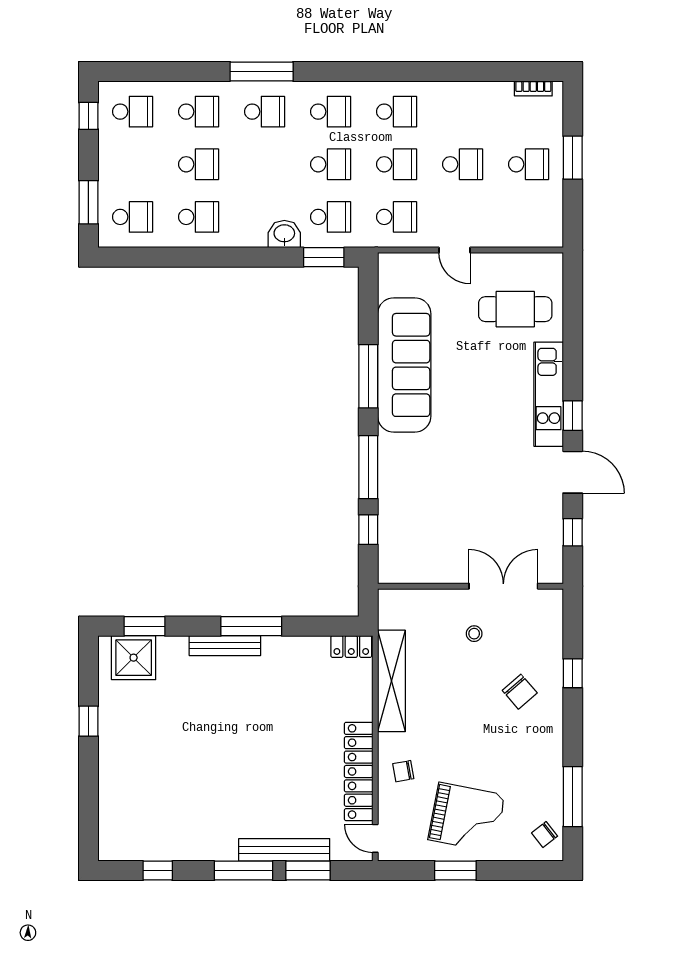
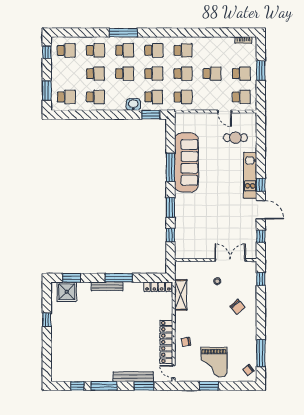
school desk: (265, 164) -> (125, 74), added
school desk: (529, 217) -> (241, 97), added
door: (454, 250) -> (225, 112), moved
cafe table: (515, 309) -> (235, 138), width x0.73, depth x0.74
window: (368, 467) -> (170, 208), width x0.69
locker: (351, 646) -> (158, 287), width x1.53
window: (573, 673) -> (261, 279), moved
shelving: (391, 681) -> (181, 295), width x0.68
grand piano: (467, 817) -> (214, 362), turned 79
window: (244, 871) -> (104, 386), moved

